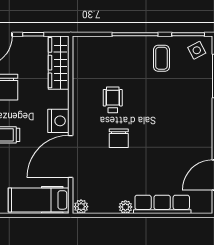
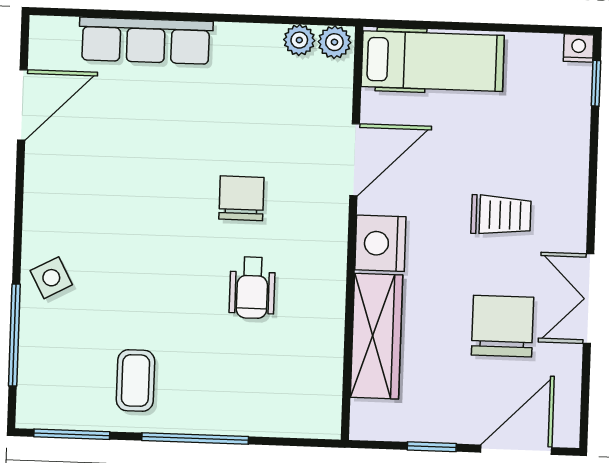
side table: (197, 50) -> (51, 278), moved
wardrobe: (59, 63) -> (376, 336), moved
door: (71, 156) -> (355, 160), width x0.73
plant: (125, 207) -> (299, 40), moved

